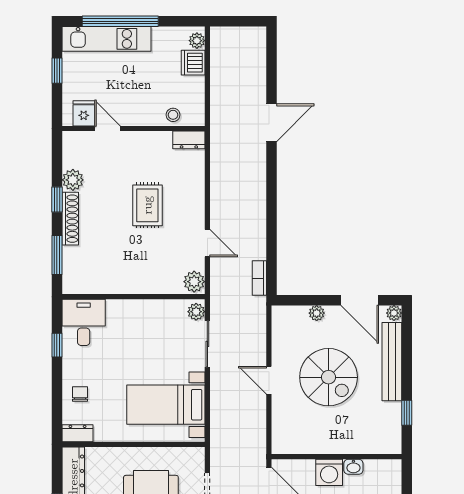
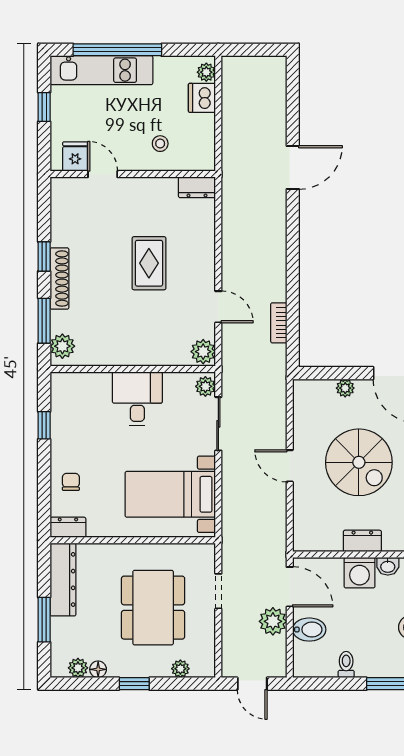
stool: (173, 115) -> (160, 144), moved
plant: (73, 180) -> (62, 346), moved
bookcase: (259, 278) -> (279, 323), moved
desk: (84, 322) -> (137, 399), moved
dresser: (331, 445) -> (362, 541), added

